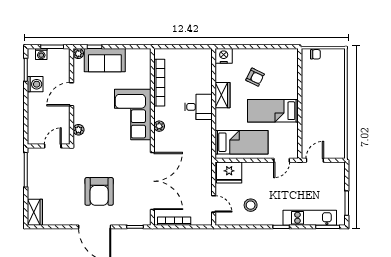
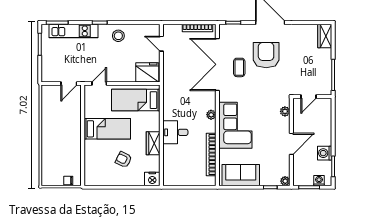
sofa: (105, 60) -> (241, 175), moved
coffee table: (128, 178) -> (239, 67), added
stool: (251, 205) -> (118, 36), moved

